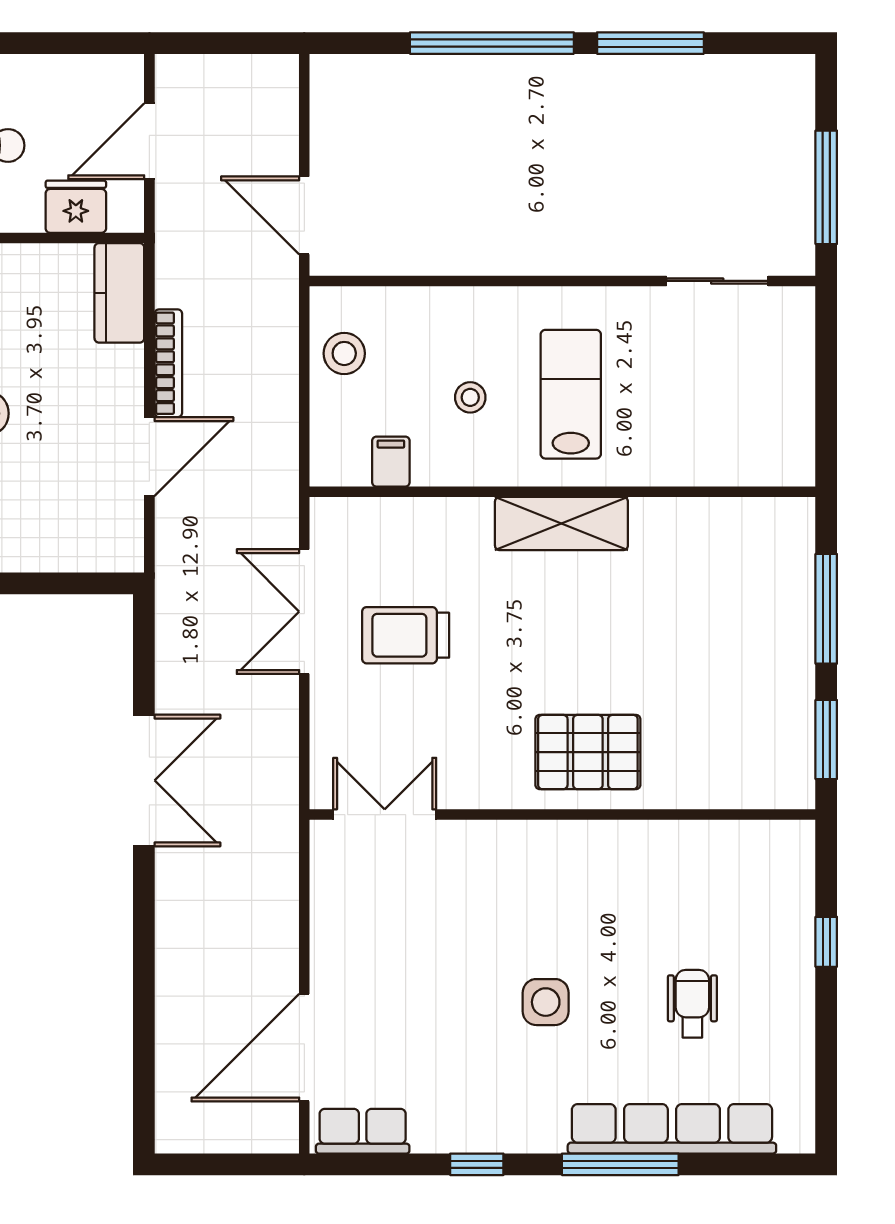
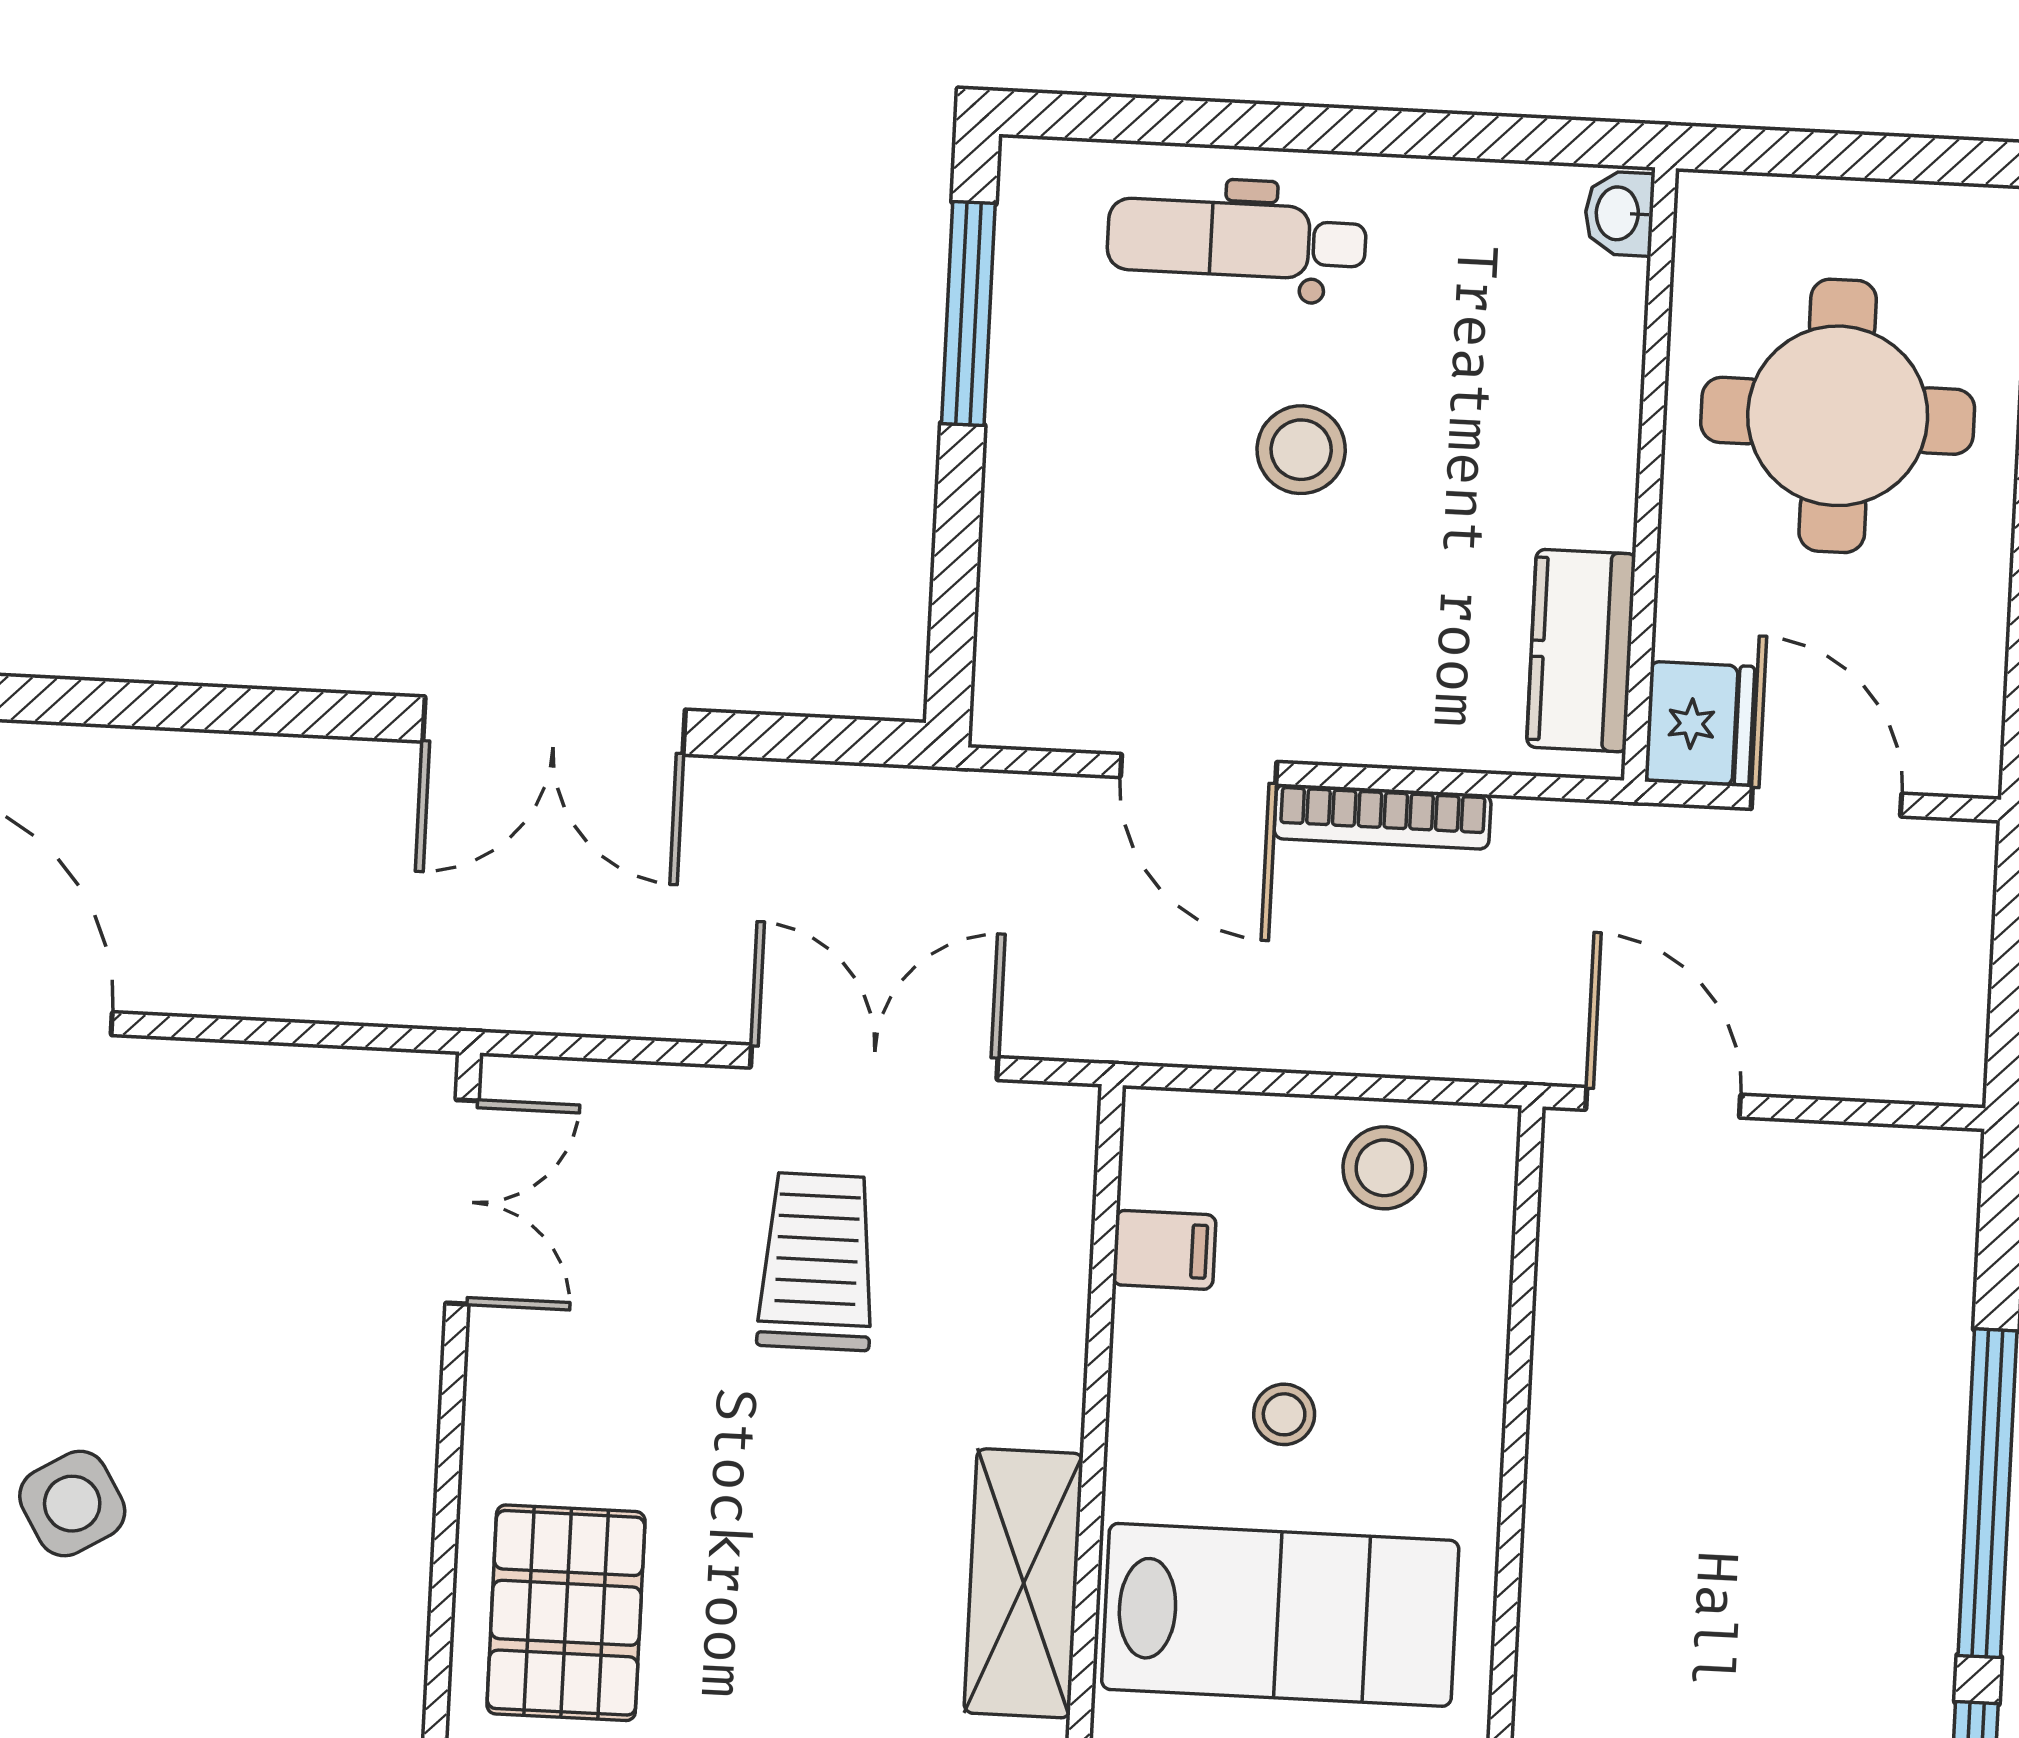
fridge: (76, 207) -> (1700, 724), moved
door: (304, 215) -> (1663, 1102), hinge flipped
kitchen counter: (119, 293) -> (1581, 651), moved, turned -90
lab bench: (571, 394) -> (1280, 1615), width x1.36, depth x1.39
side table: (546, 1002) -> (72, 1504), turned -31

